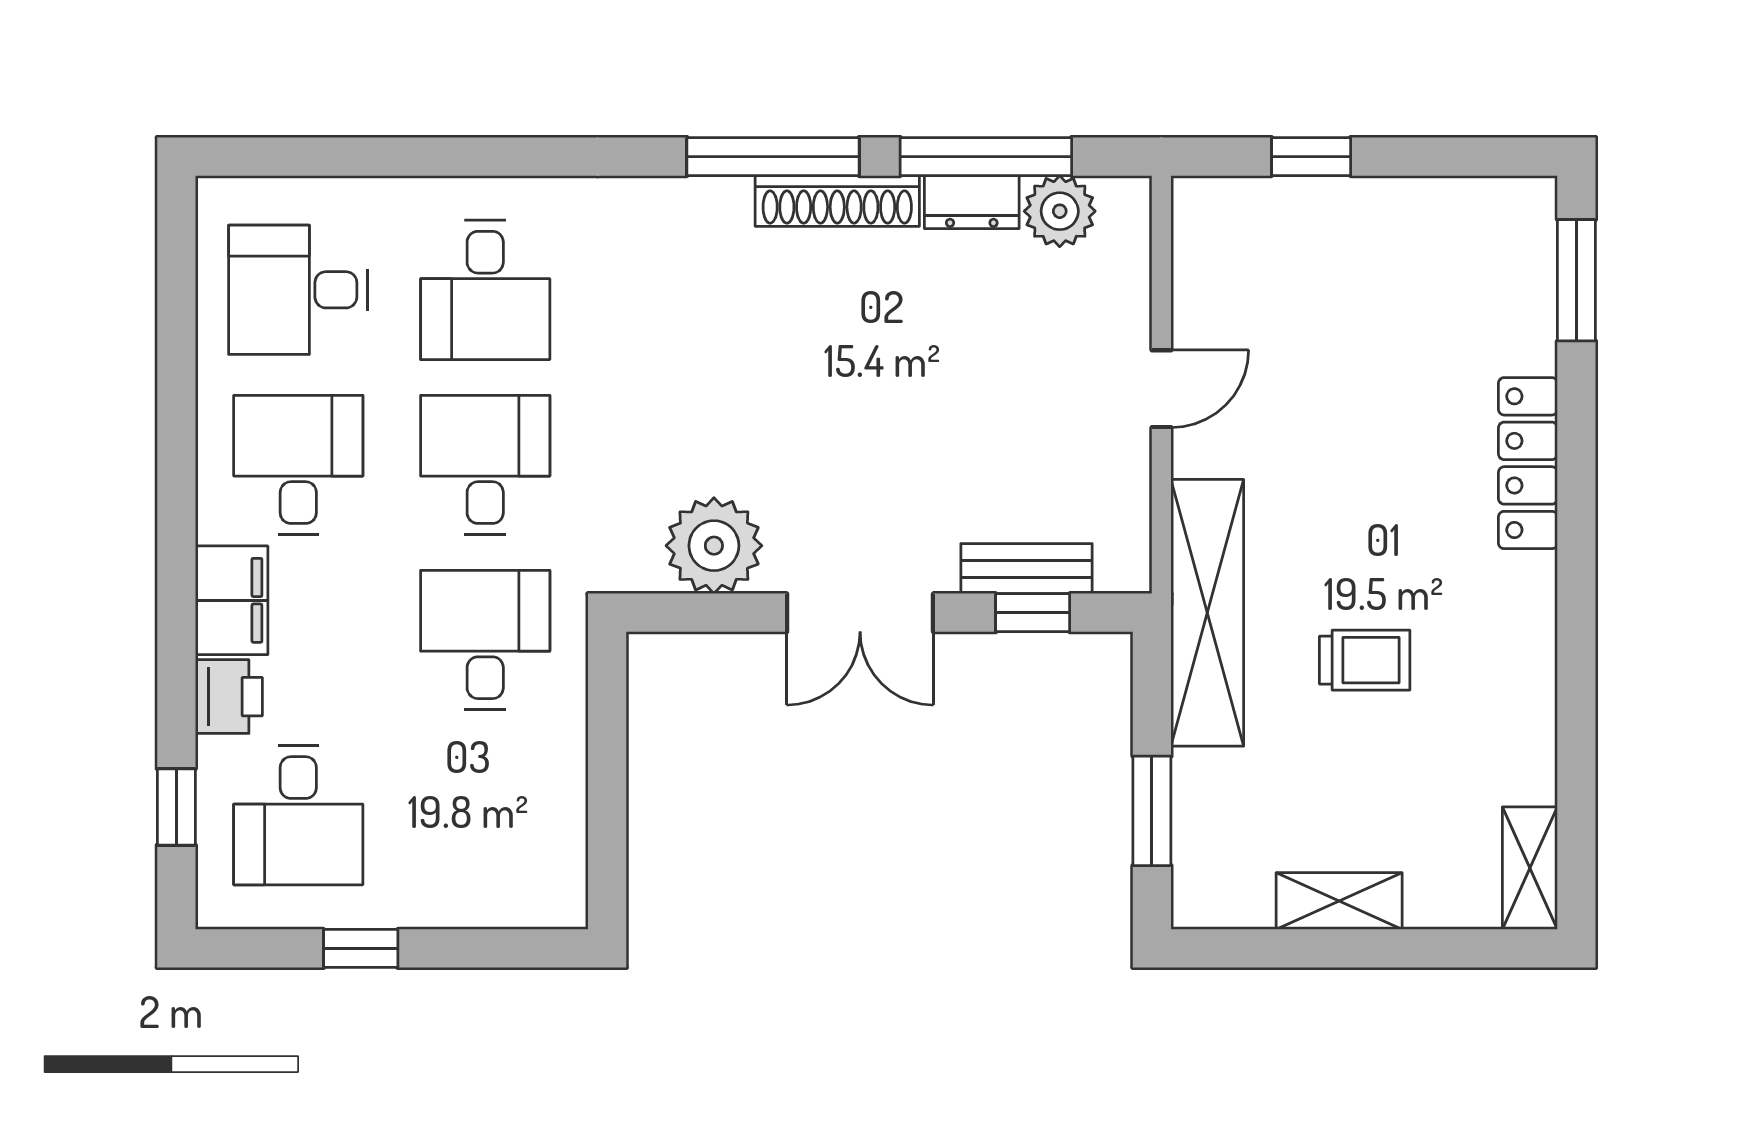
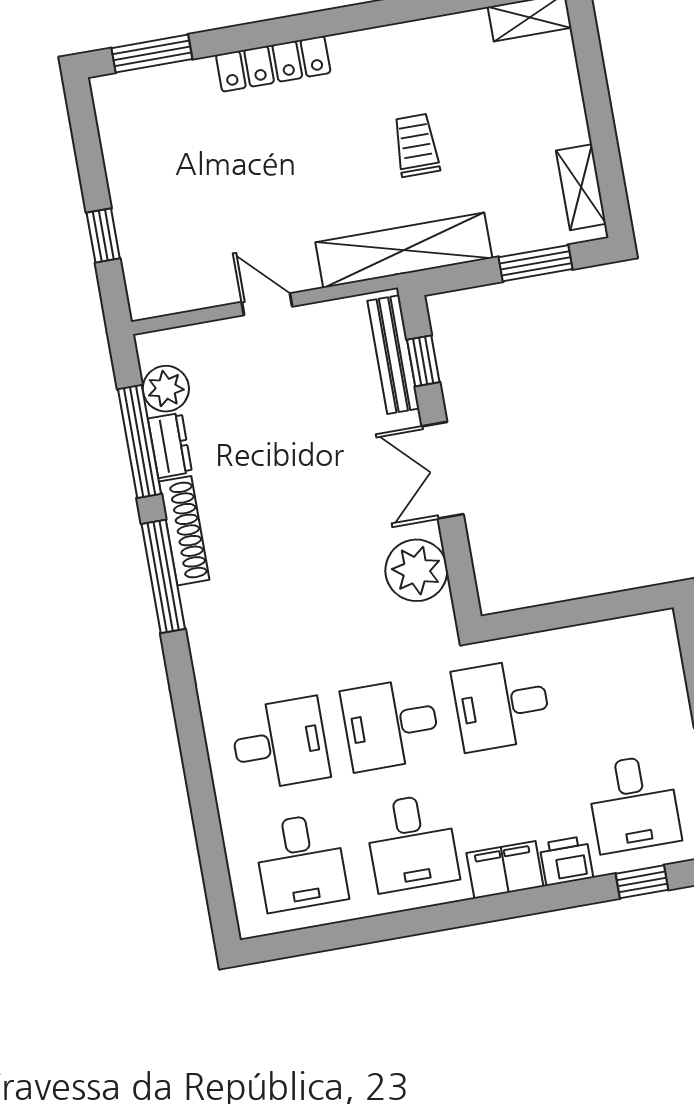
desk: (298, 465) -> (412, 843), turned -90
bench: (1027, 569) -> (393, 355), width x1.36
double door: (860, 613) -> (443, 470), swing flipped
desk: (298, 815) -> (634, 804), turned 90
shelving: (1339, 901) -> (581, 187), moved

